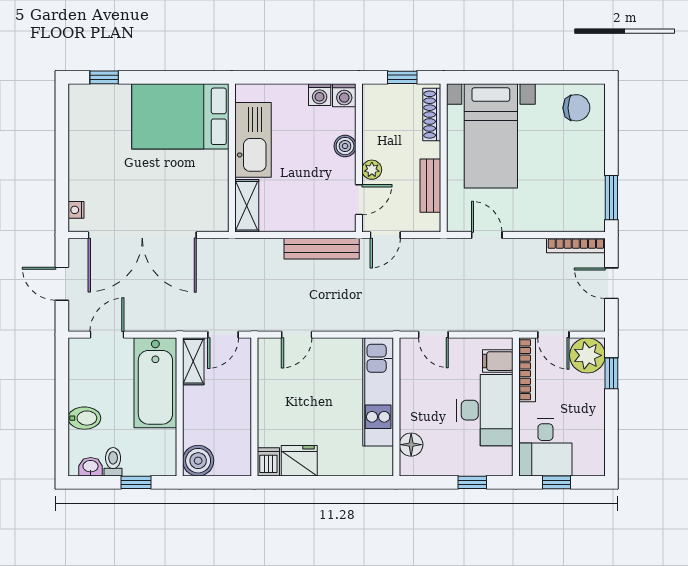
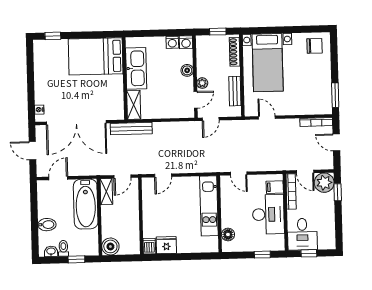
bench: (322, 249) -> (131, 129), moved

